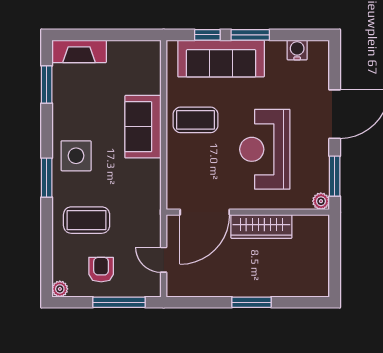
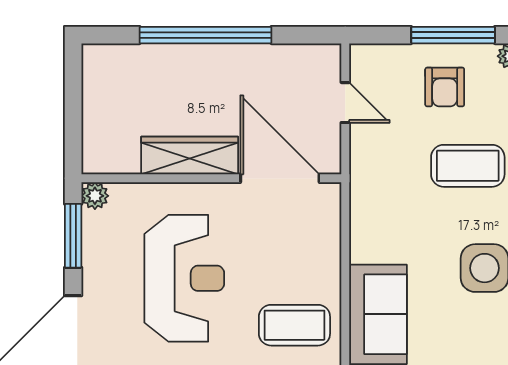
door: (205, 212) -> (280, 178), hinge flipped
window: (119, 302) -> (453, 35), moved
window: (251, 302) -> (205, 35), width x2.11

